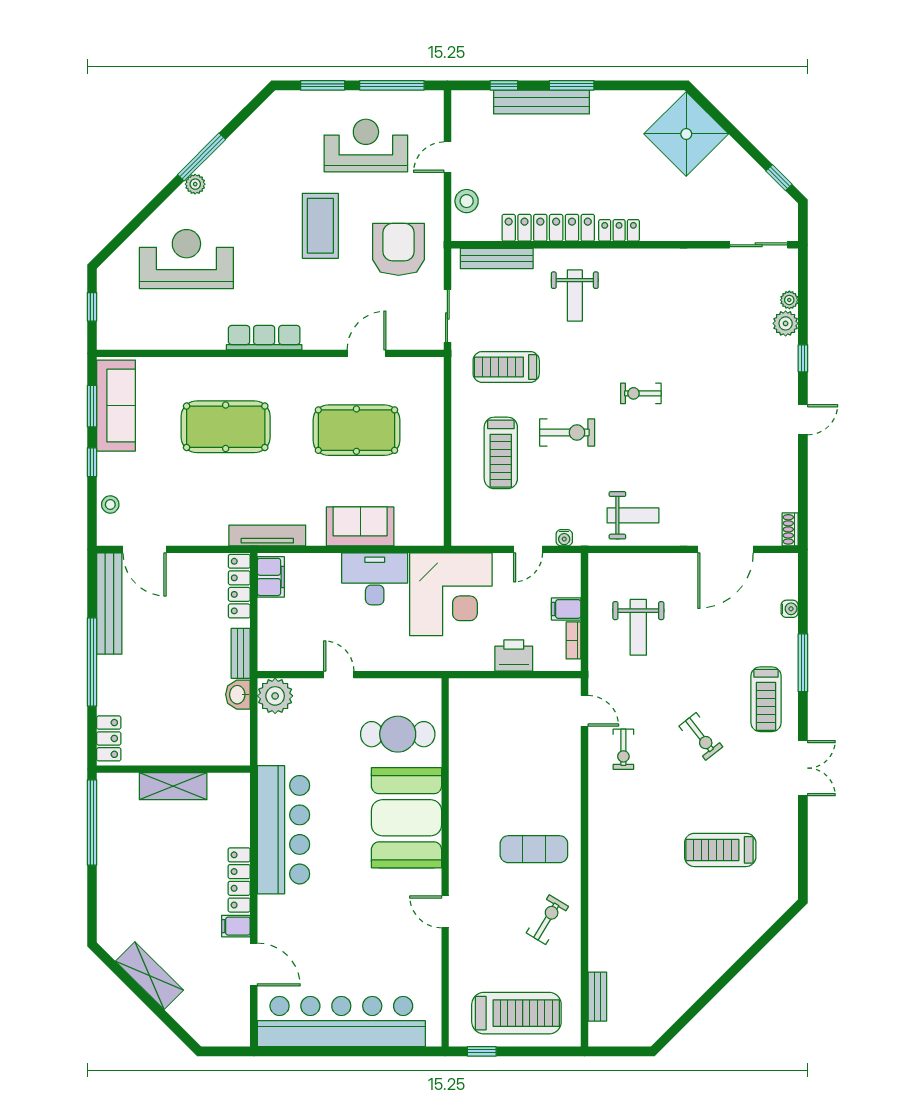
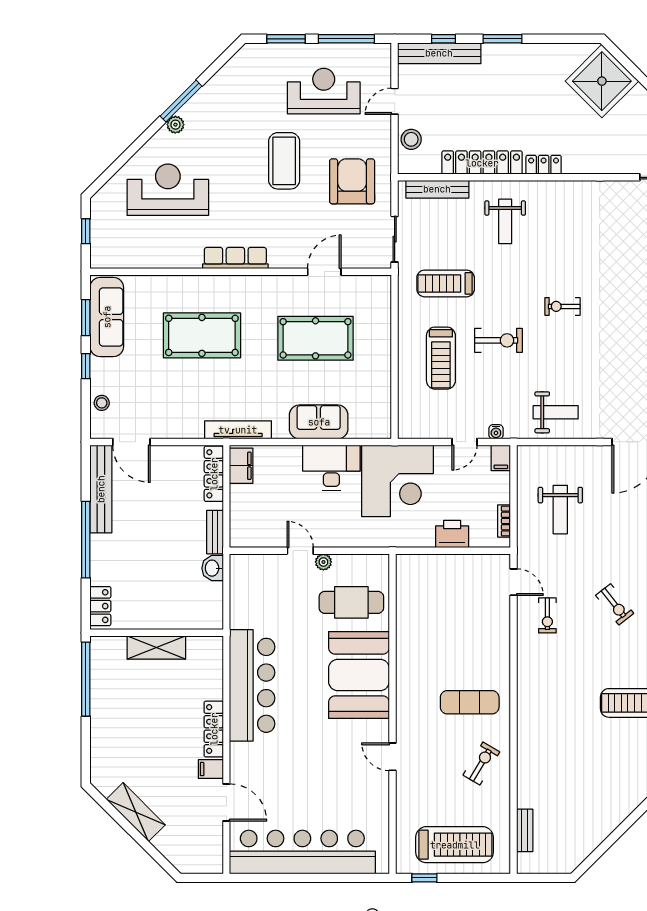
bench: (541, 102) -> (439, 53), moved
filing cabinet: (566, 609) -> (501, 458), moved, turned -90
plant: (275, 696) -> (323, 562), moved, width x0.53, depth x0.53

